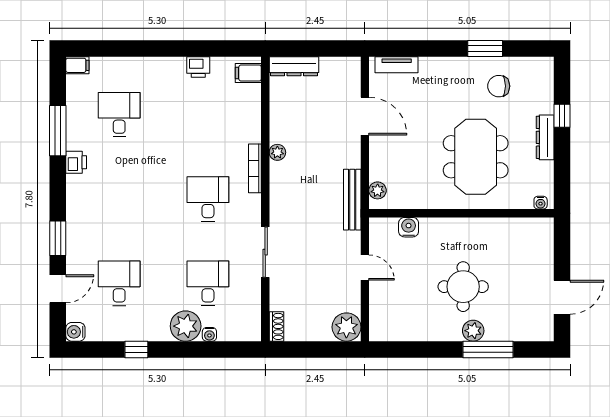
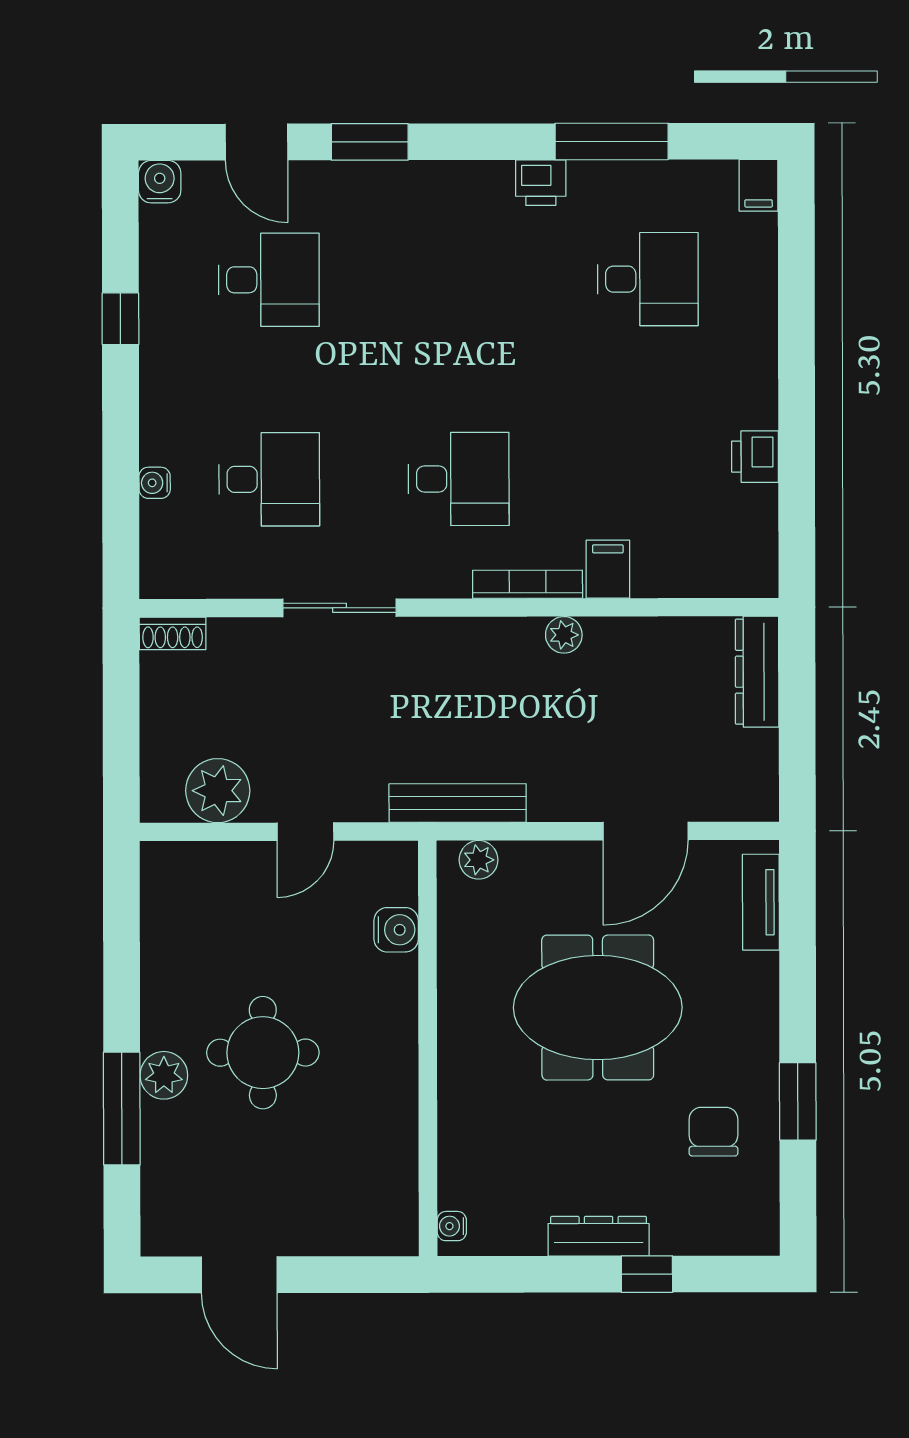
filing cabinet: (248, 73) -> (608, 569), moved
meeting table: (476, 157) -> (598, 1008), moved
plant: (186, 326) -> (173, 429), removed
plant: (346, 327) -> (218, 791), moved

